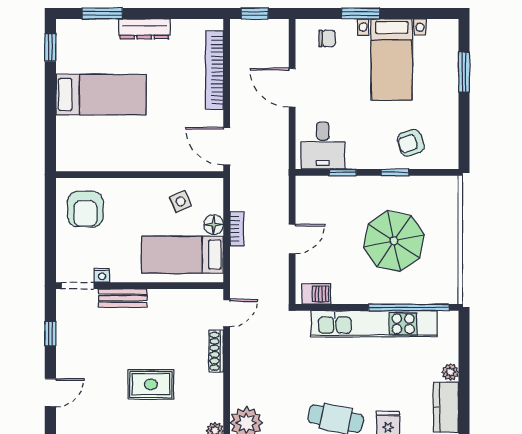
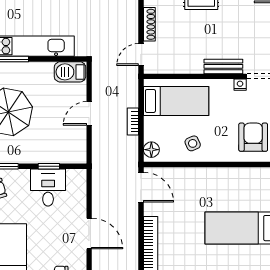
desk: (323, 146) -> (48, 188), moved
side table: (181, 202) -> (193, 143), moved
floor lamp: (214, 225) -> (151, 150), moved
barbecue: (316, 294) -> (70, 72), width x1.38, depth x1.27

